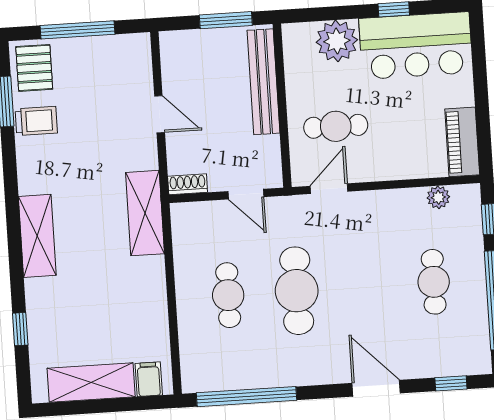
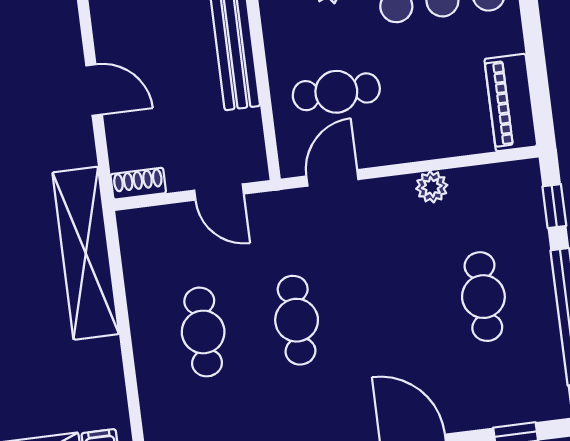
plant: (438, 197) -> (432, 187), moved
shelving: (145, 213) -> (86, 253), width x1.47
cafe table: (297, 291) -> (297, 320), width x0.73, depth x0.74

